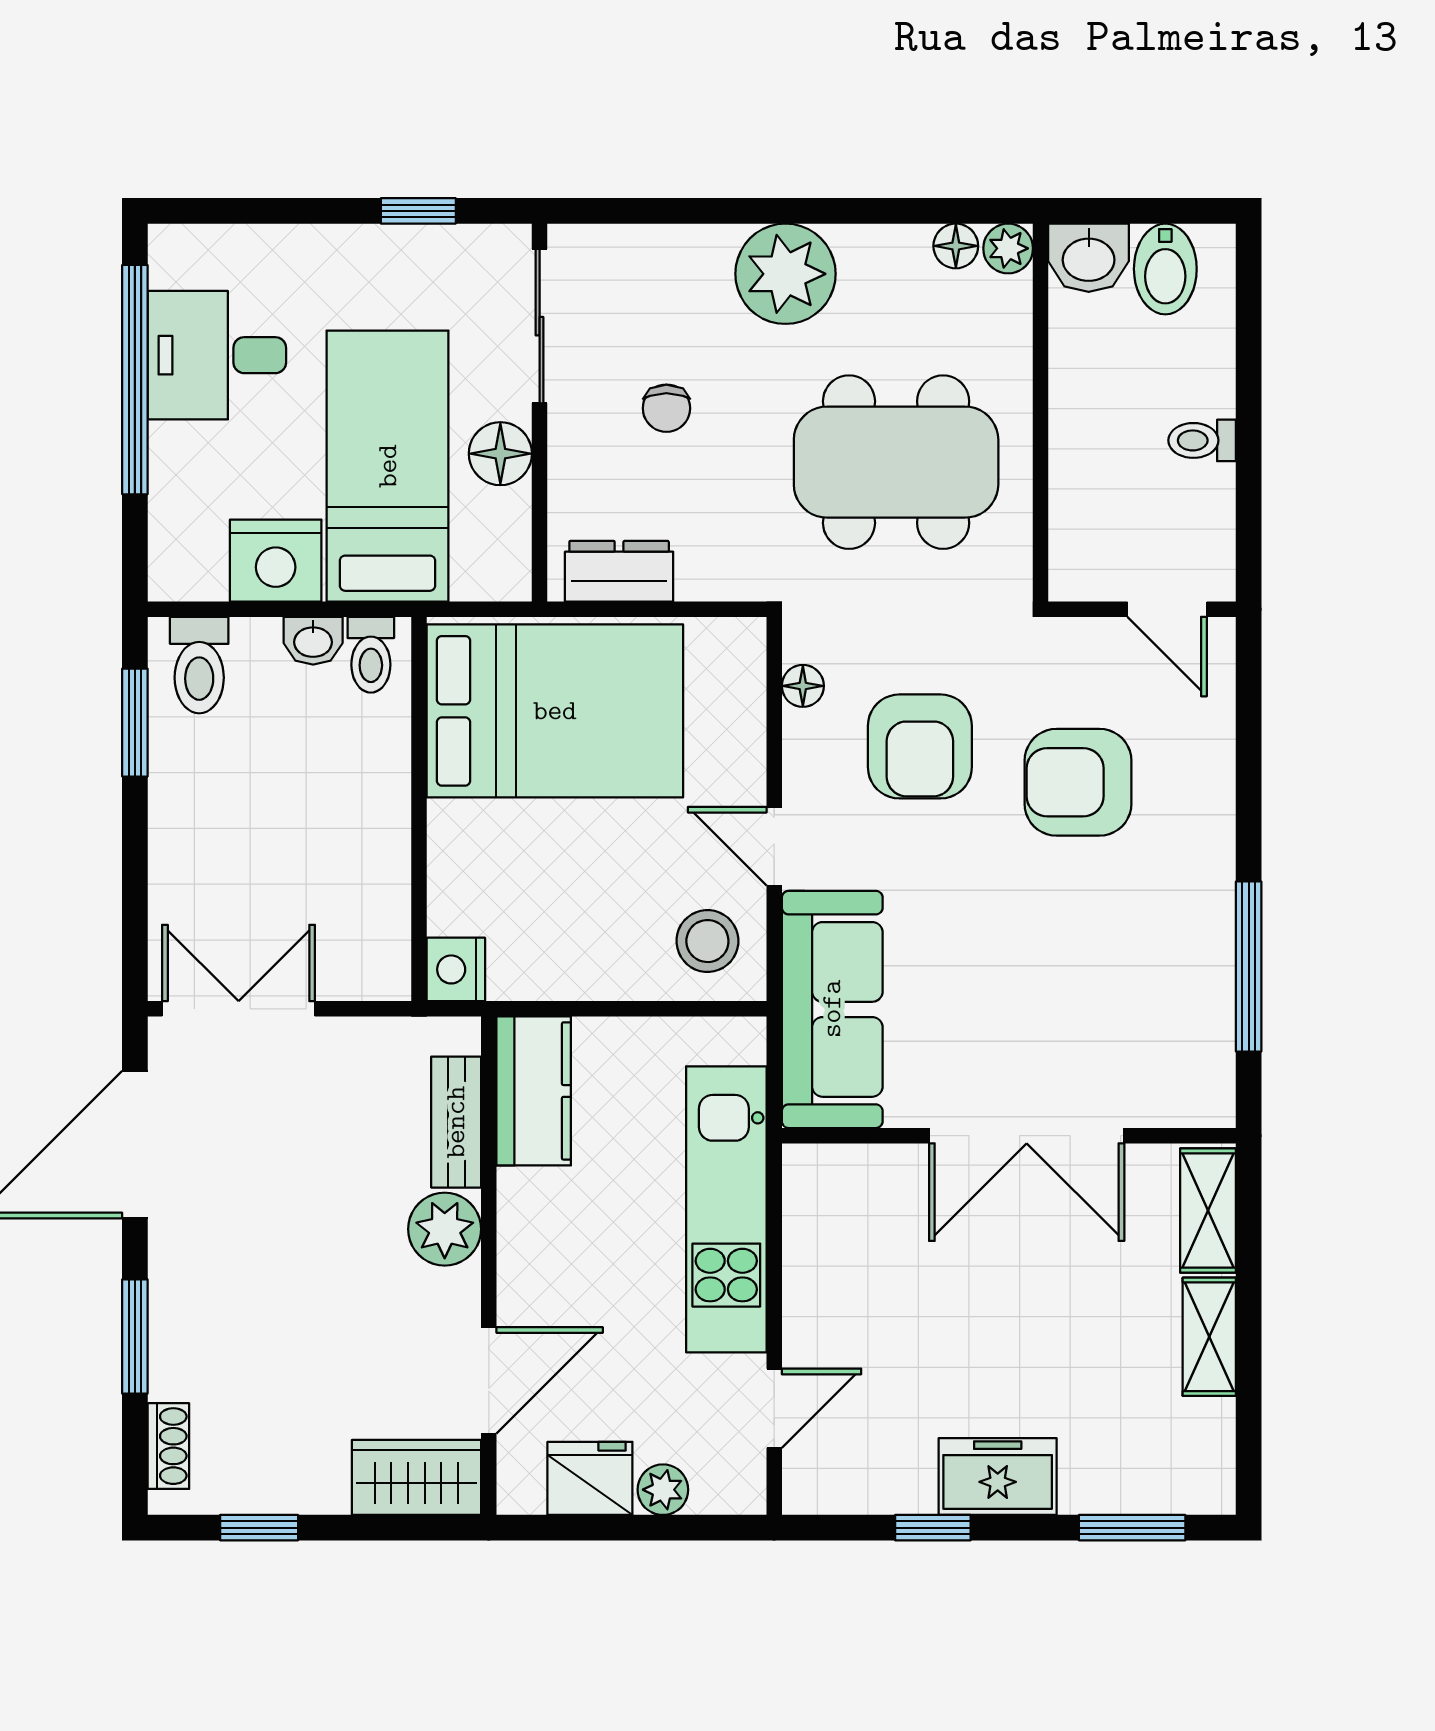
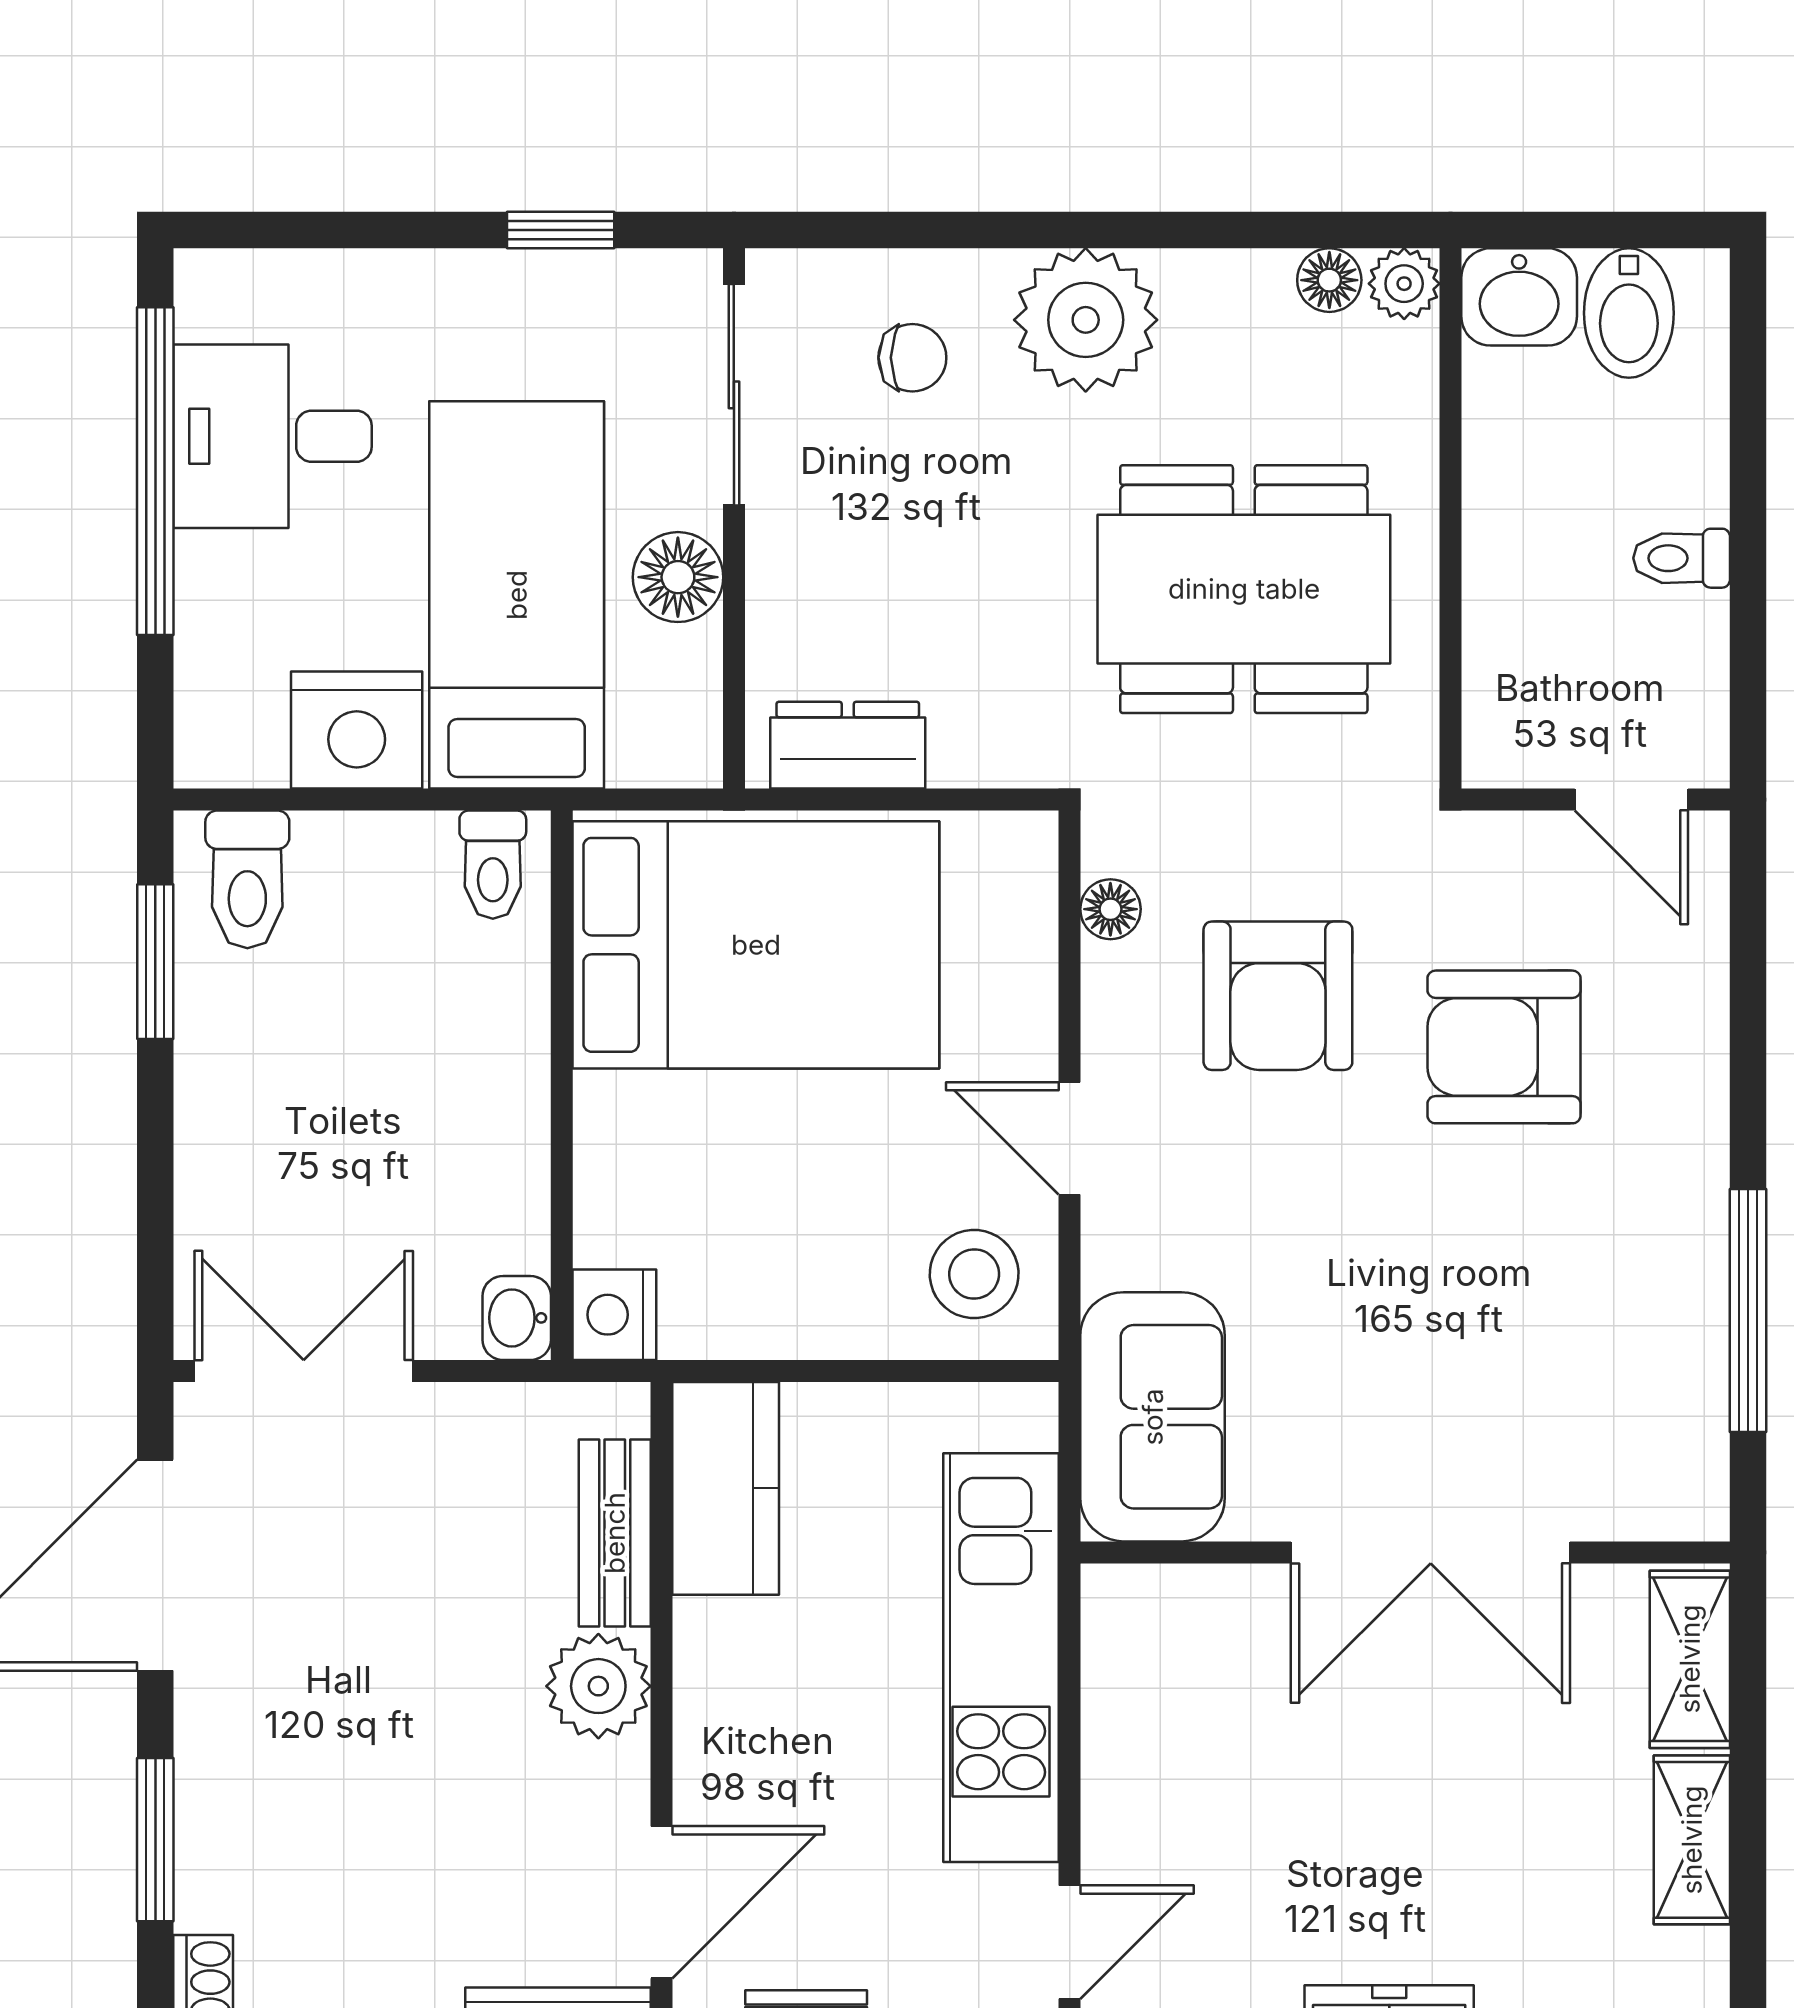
chair: (666, 408) -> (912, 358), moved, turned -90
washbasin: (313, 641) -> (517, 1318), moved, turned 90
sofa: (832, 1009) -> (1153, 1417), width x0.73

